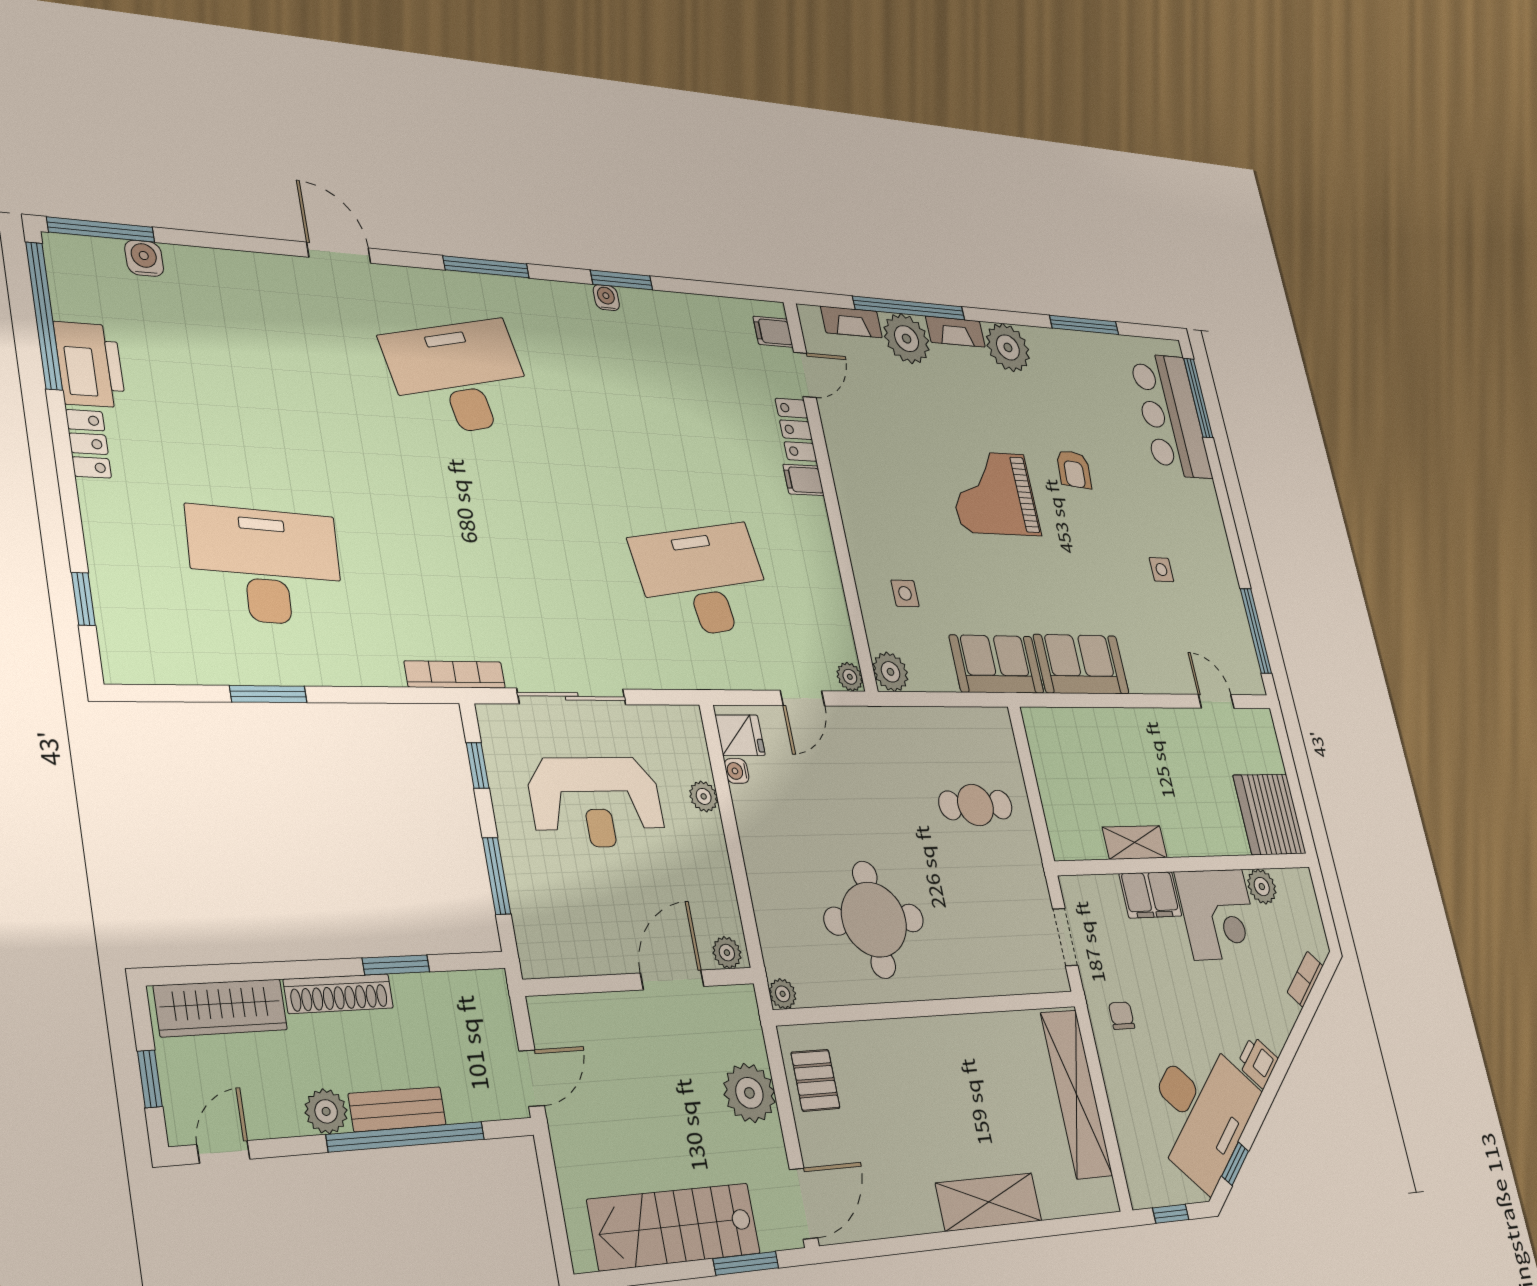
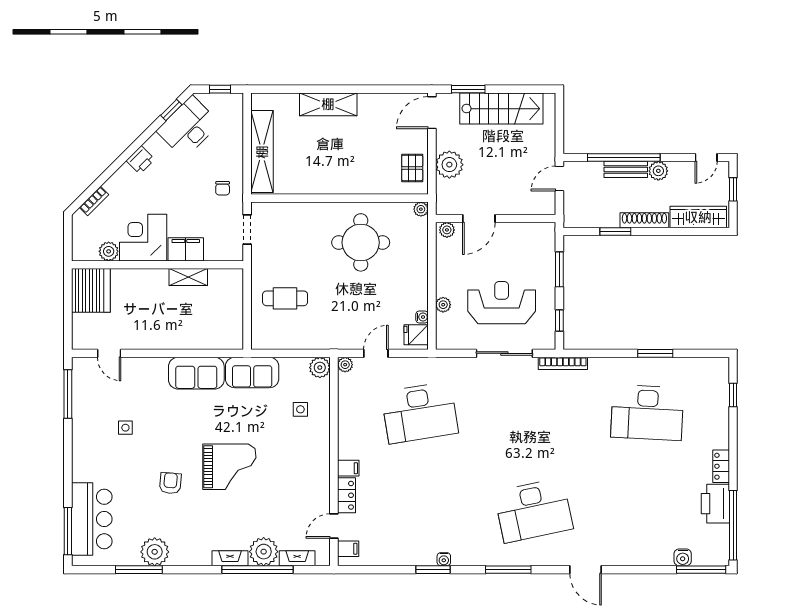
plant: (1008, 347) -> (155, 552), moved
desk: (1200, 1110) -> (188, 127), width x0.73, depth x0.77

